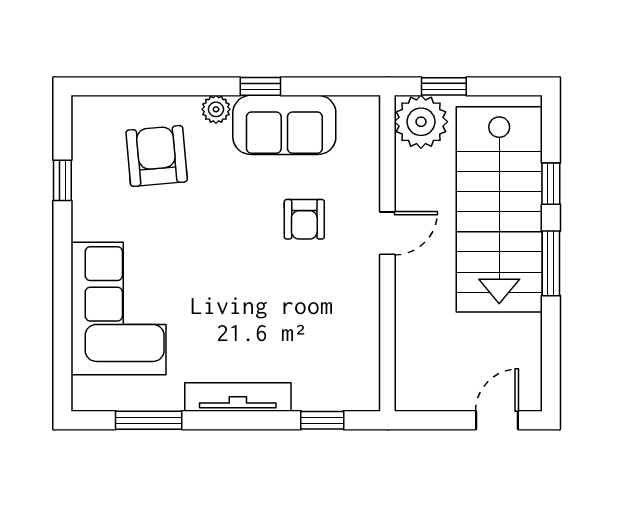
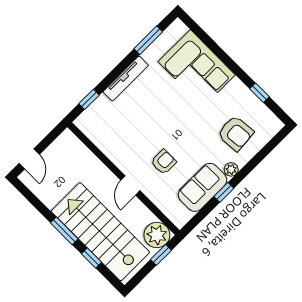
armchair: (304, 219) -> (164, 162), turned 90

